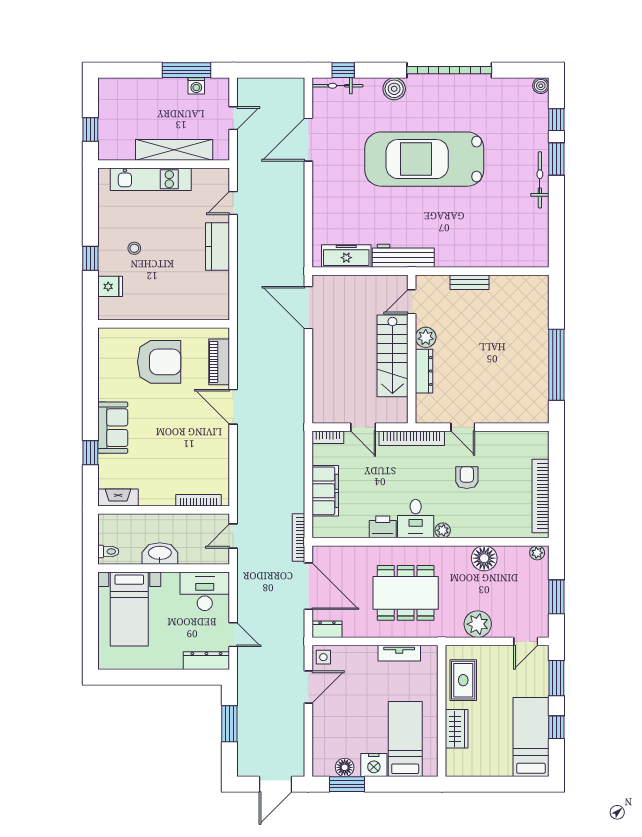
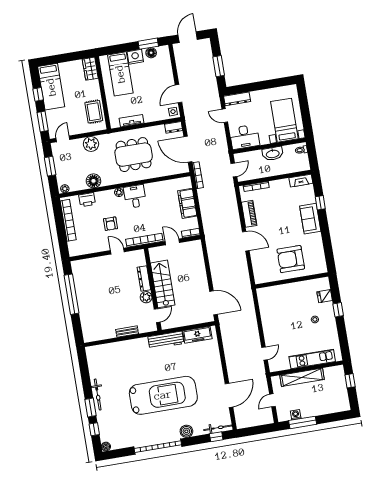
kitchen counter: (218, 247) -> (269, 328), removed
piano: (219, 362) -> (249, 214), moved
printer: (383, 527) -> (87, 200), moved
wardrobe: (457, 729) -> (90, 69), moved

